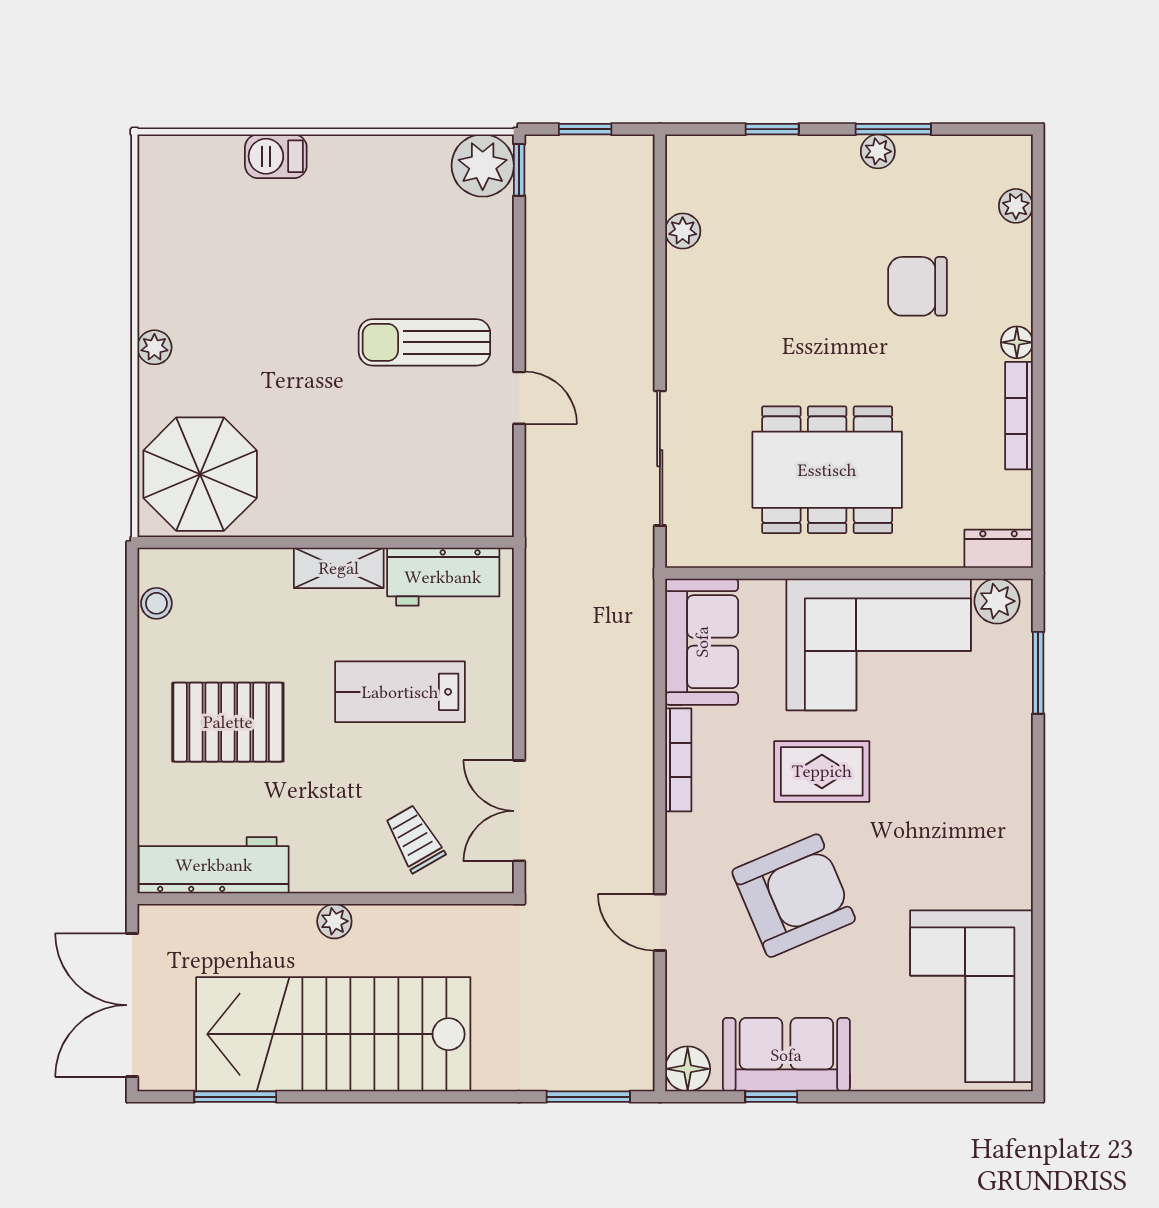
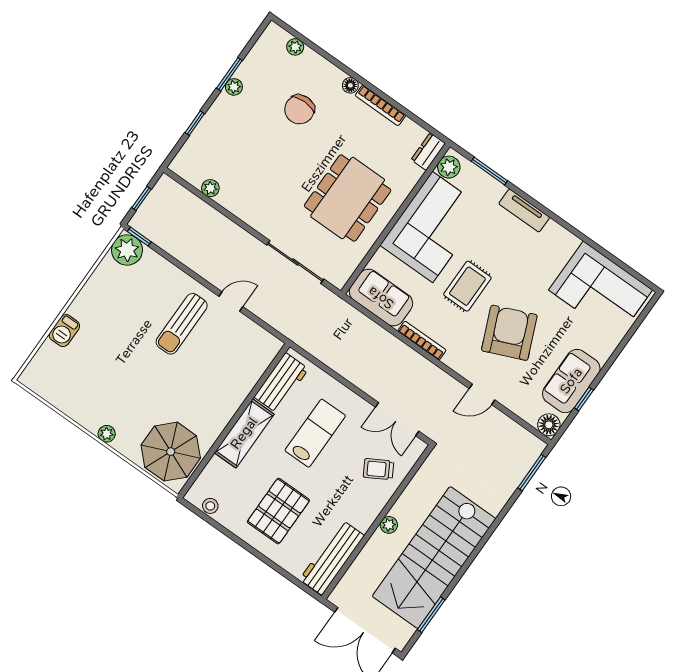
shelving: (339, 568) -> (244, 433), width x1.50, depth x1.33
lab bench: (400, 692) -> (315, 433), turned 180
tv unit: (1014, 777) -> (524, 211), added

